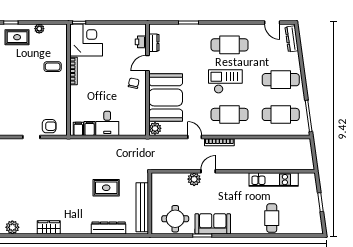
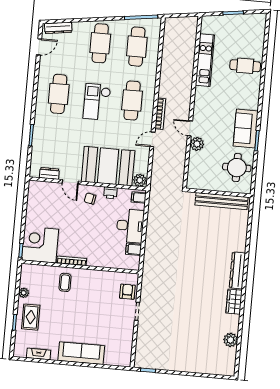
printer: (141, 42) -> (110, 193), moved
desk: (107, 123) -> (130, 226), width x1.37
filing cabinet: (78, 129) -> (139, 197), moved
rug: (106, 188) -> (198, 237), removed
dresser: (109, 228) -> (237, 270), moved

